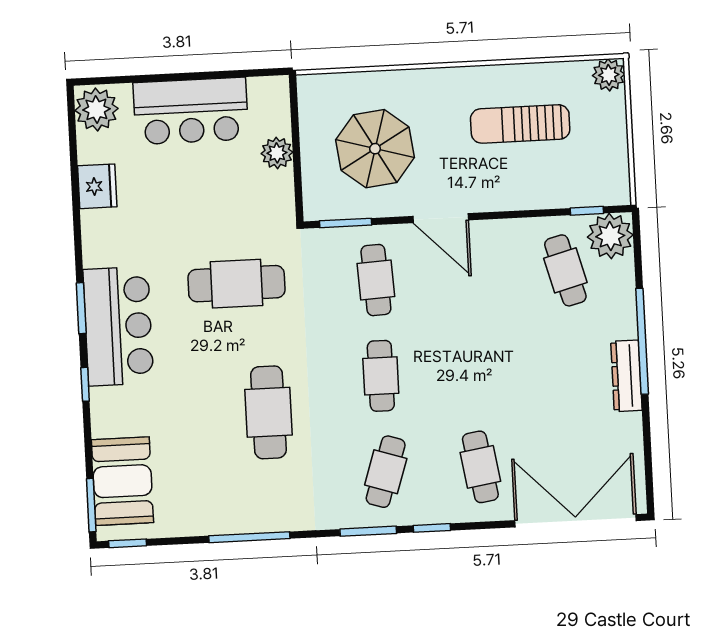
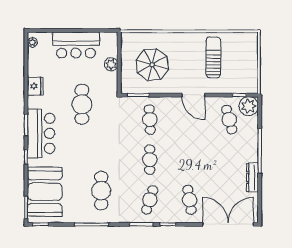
plant: (609, 75) -> (251, 39), removed
plant: (96, 109) -> (32, 42), width x0.53, depth x0.53
sun lounger: (520, 124) -> (213, 57), turned 90
fridge: (97, 186) -> (35, 86), moved
door: (441, 218) -> (193, 95), moved
cafe table: (236, 284) -> (82, 104), moved, turned 90
dresser: (626, 376) -> (252, 178), moved
cafe table: (268, 412) -> (101, 191), moved
booth: (122, 481) -> (45, 192), width x1.36, depth x1.42

